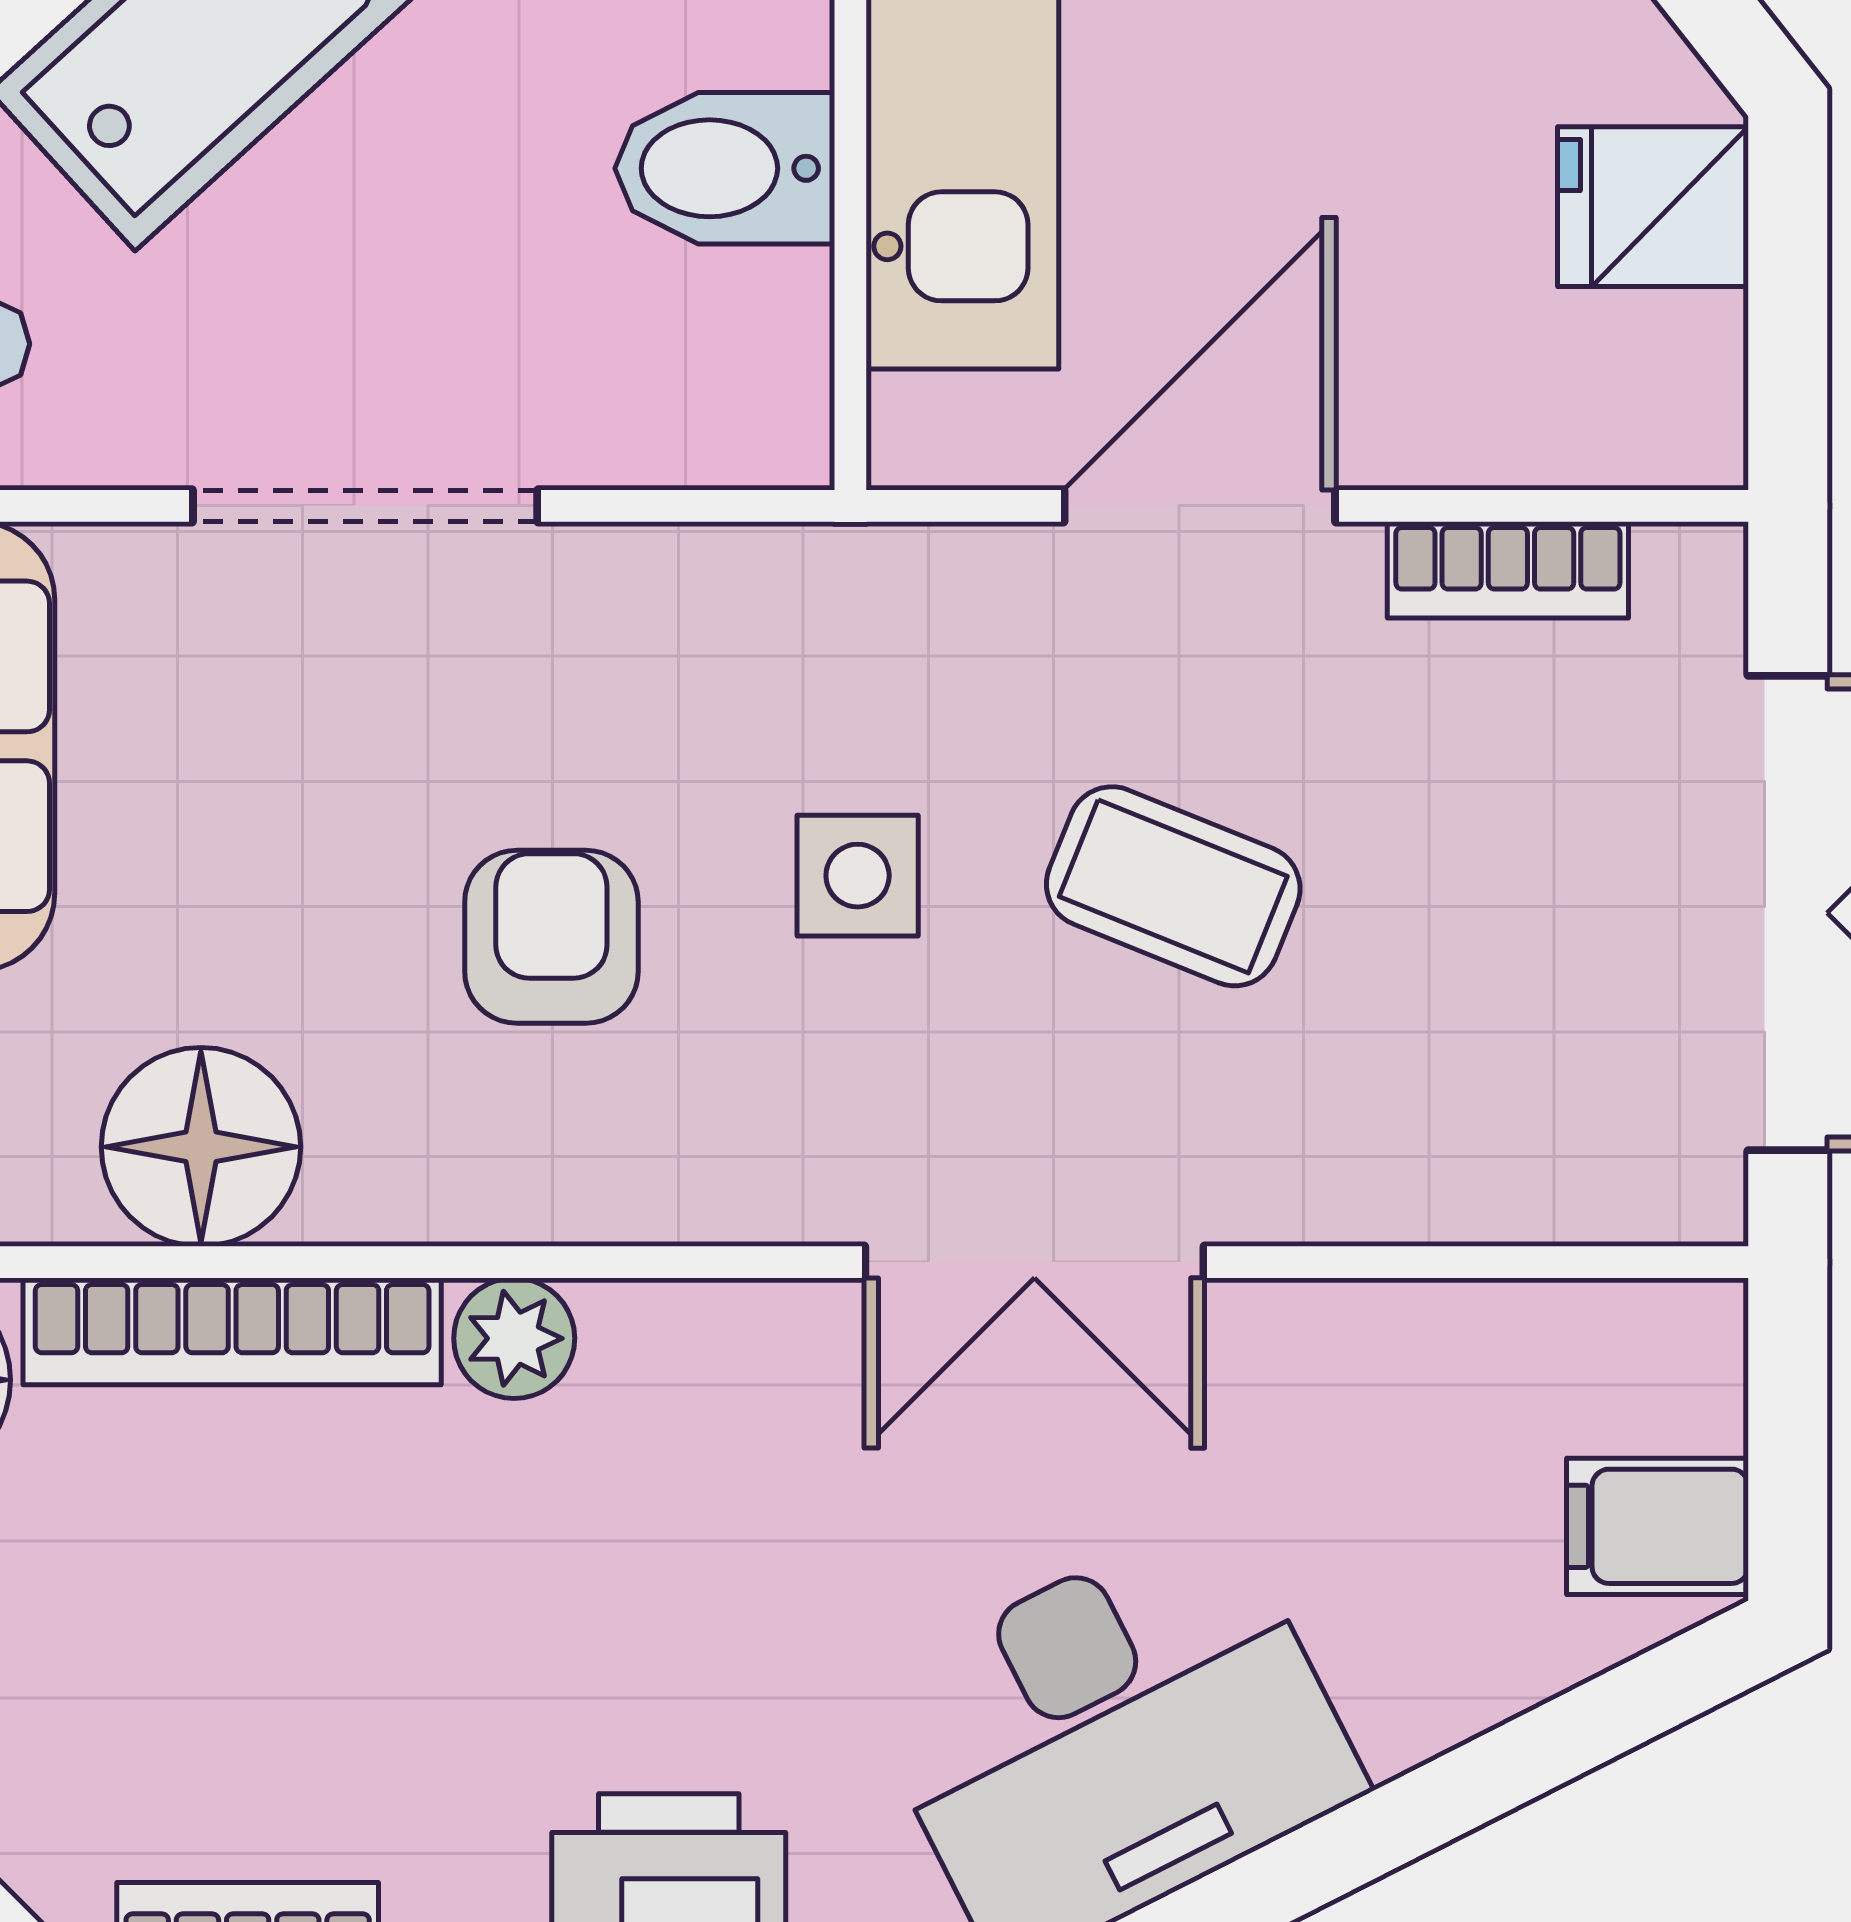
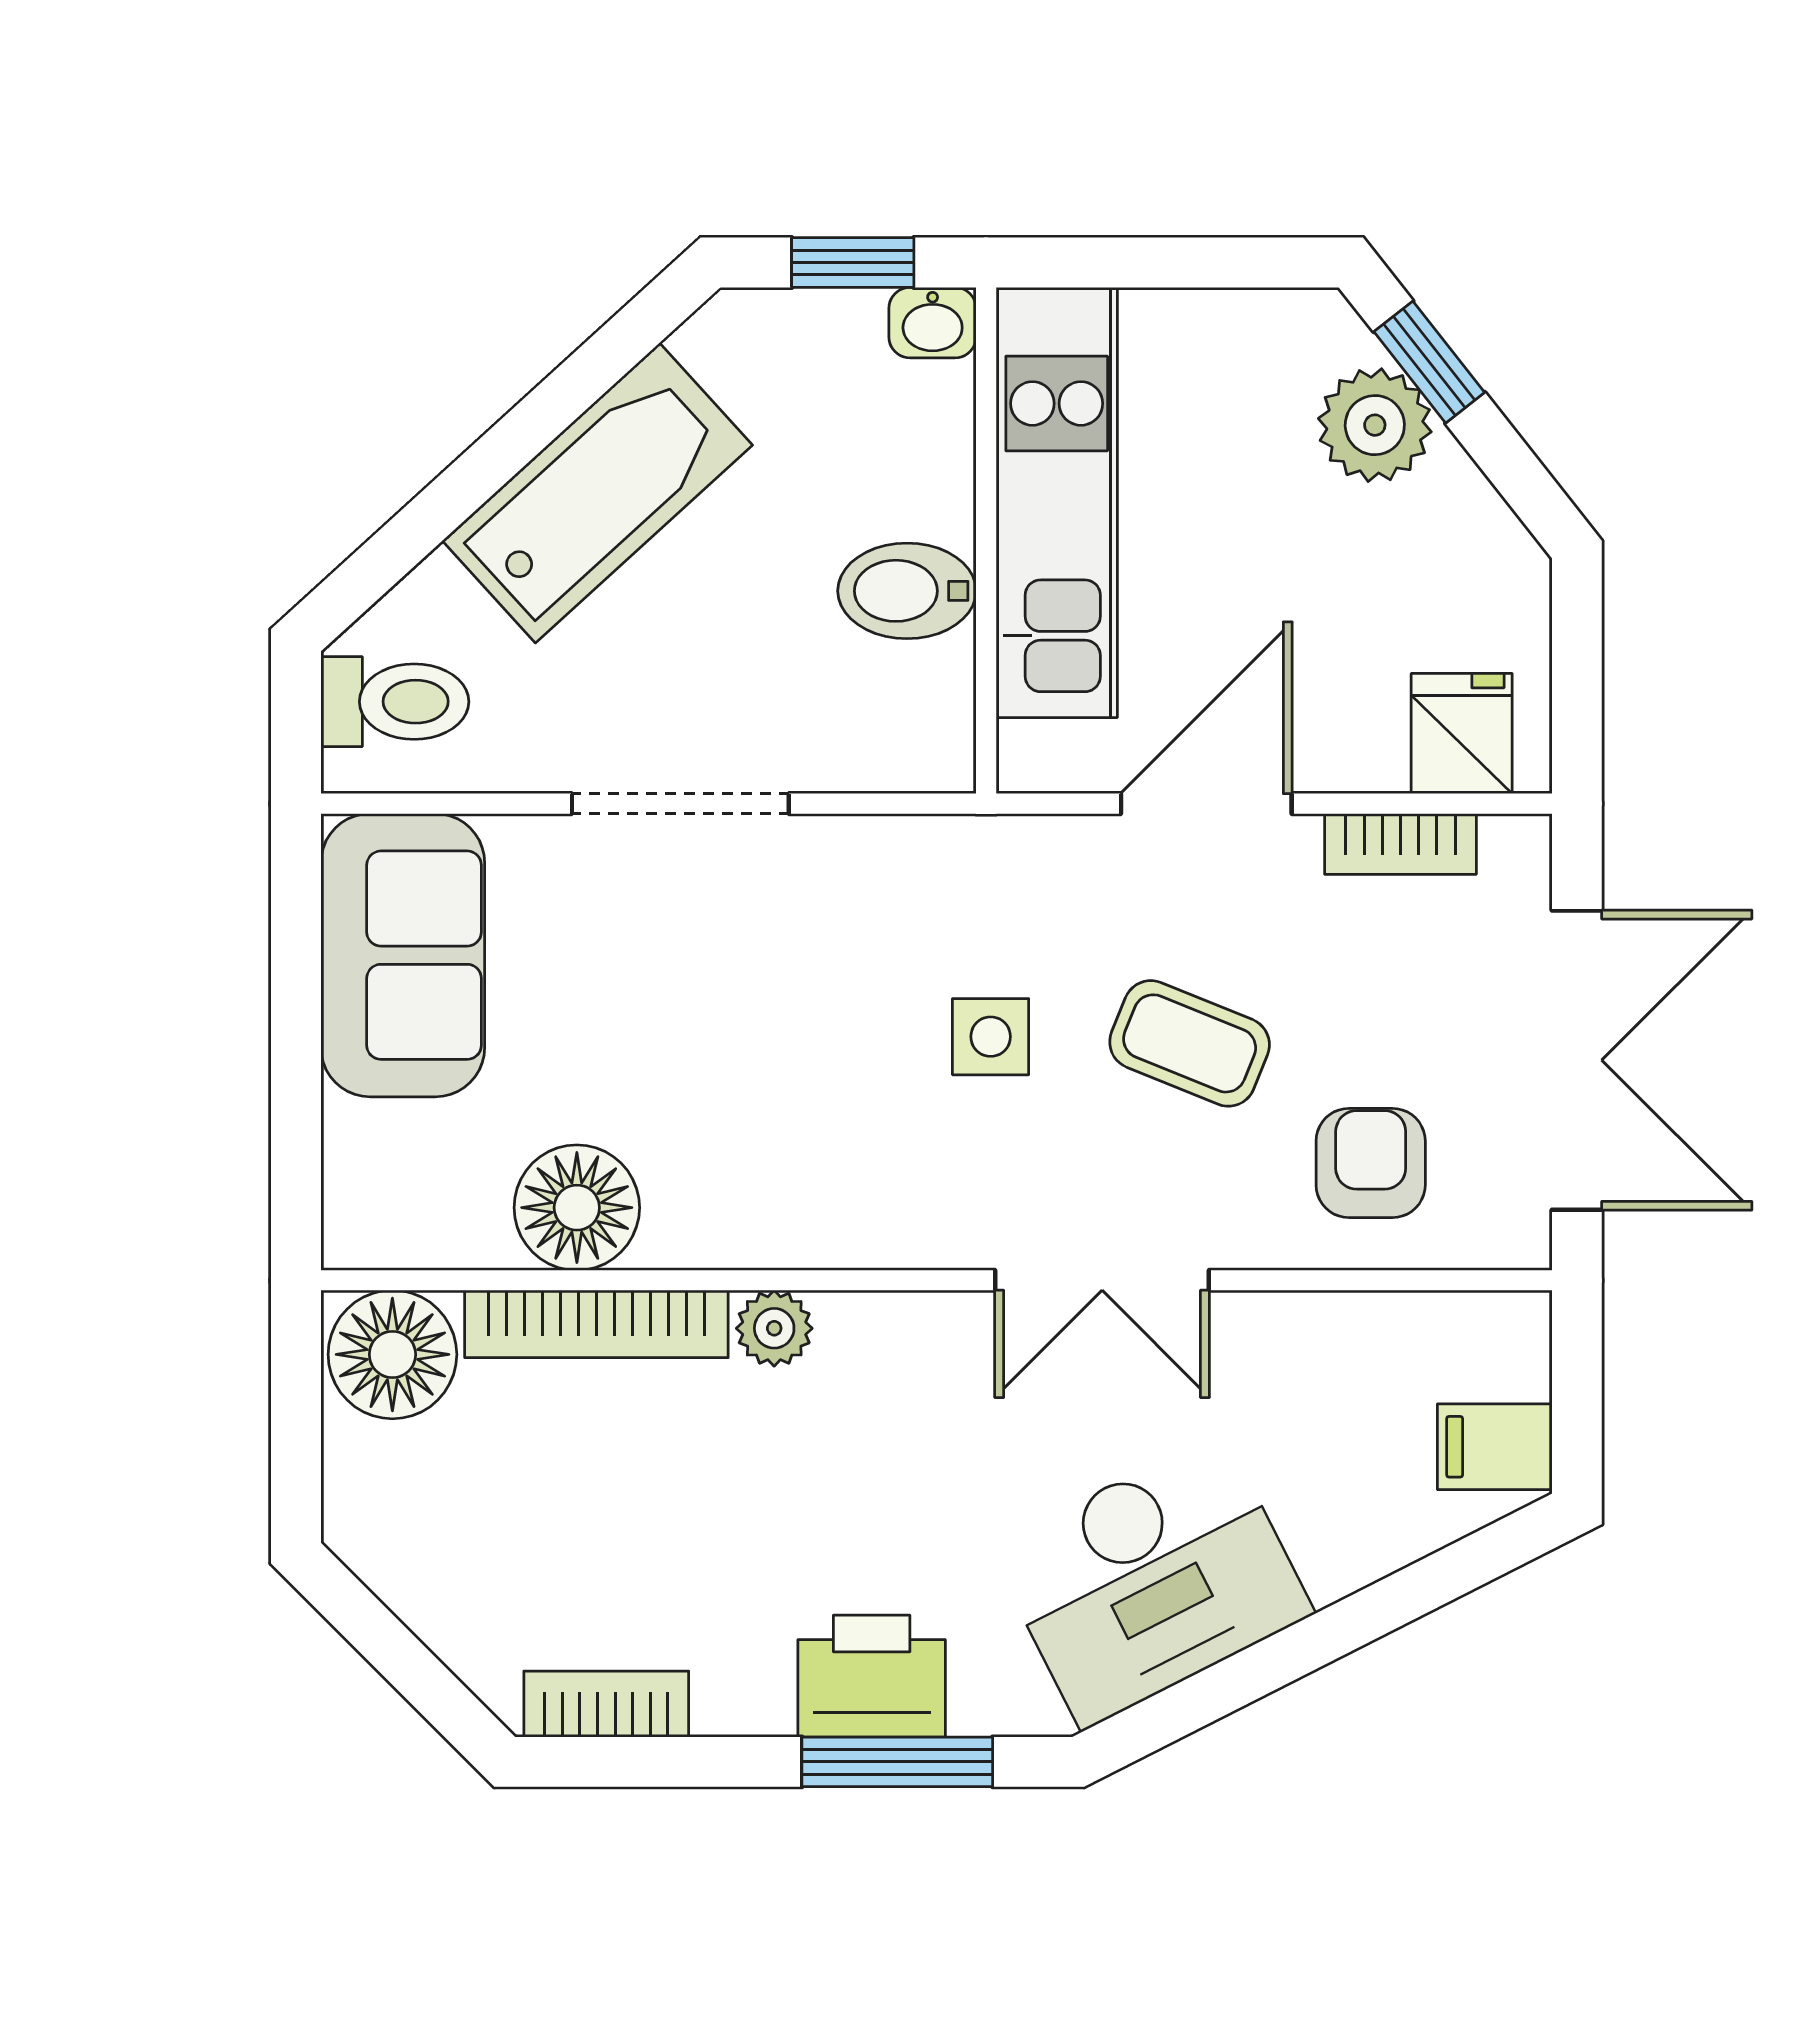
fridge: (1653, 207) -> (1462, 734), moved, turned 90
armchair: (551, 937) -> (1371, 1163), moved

